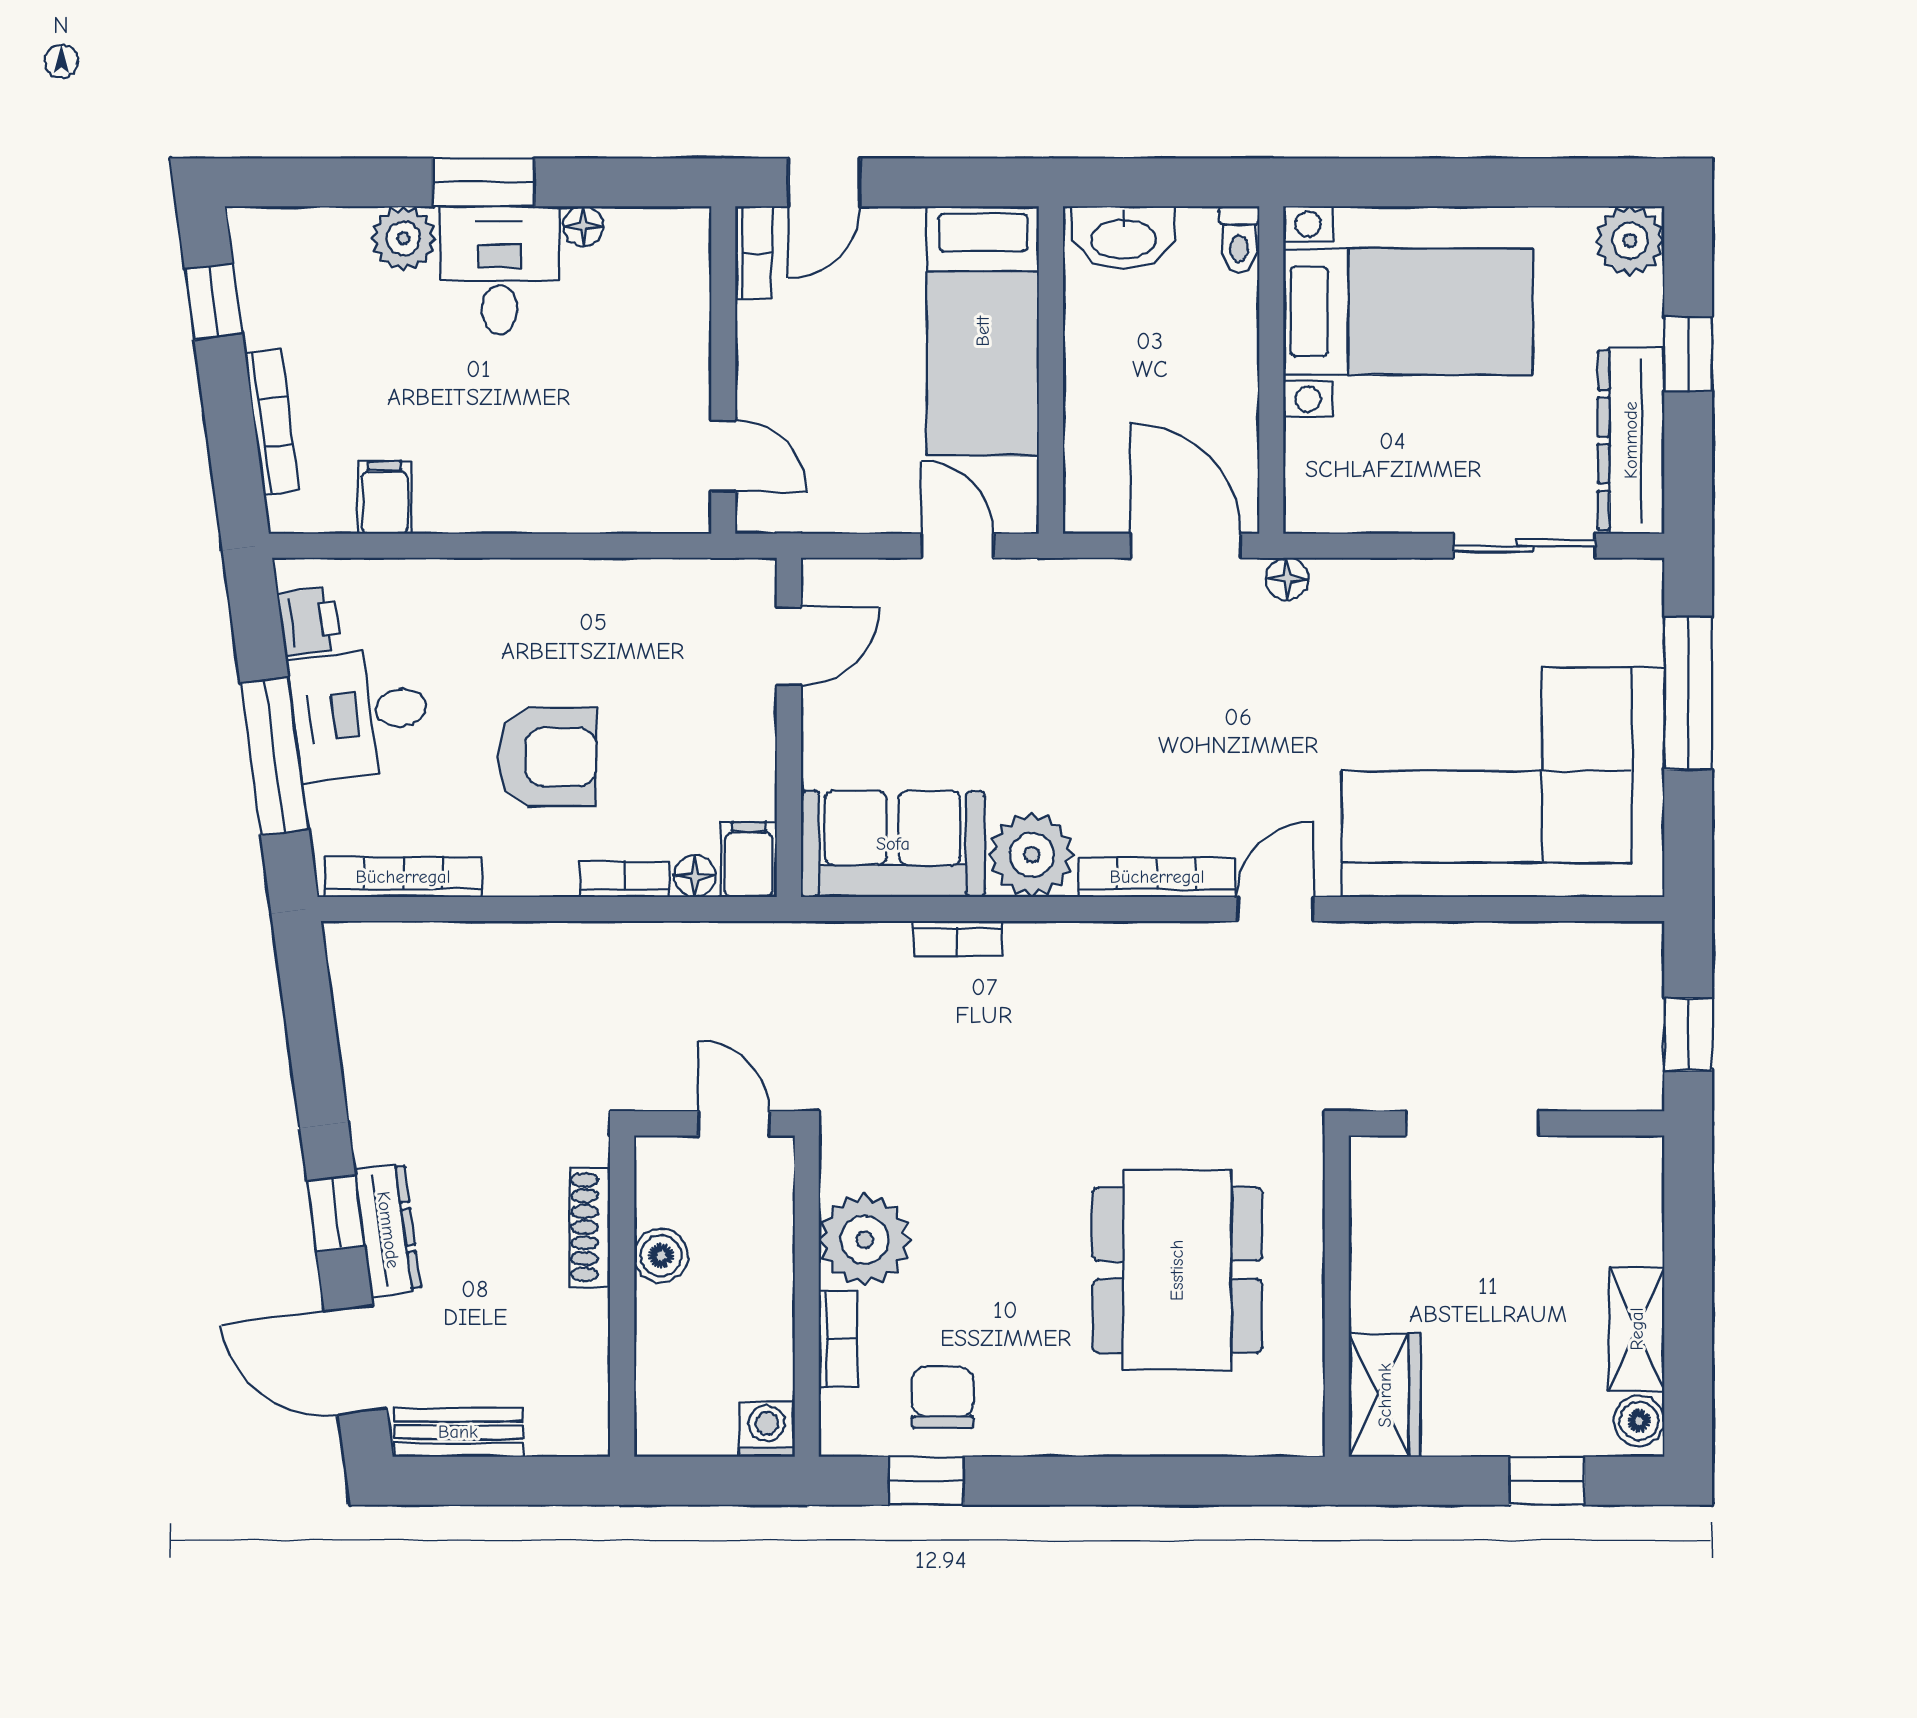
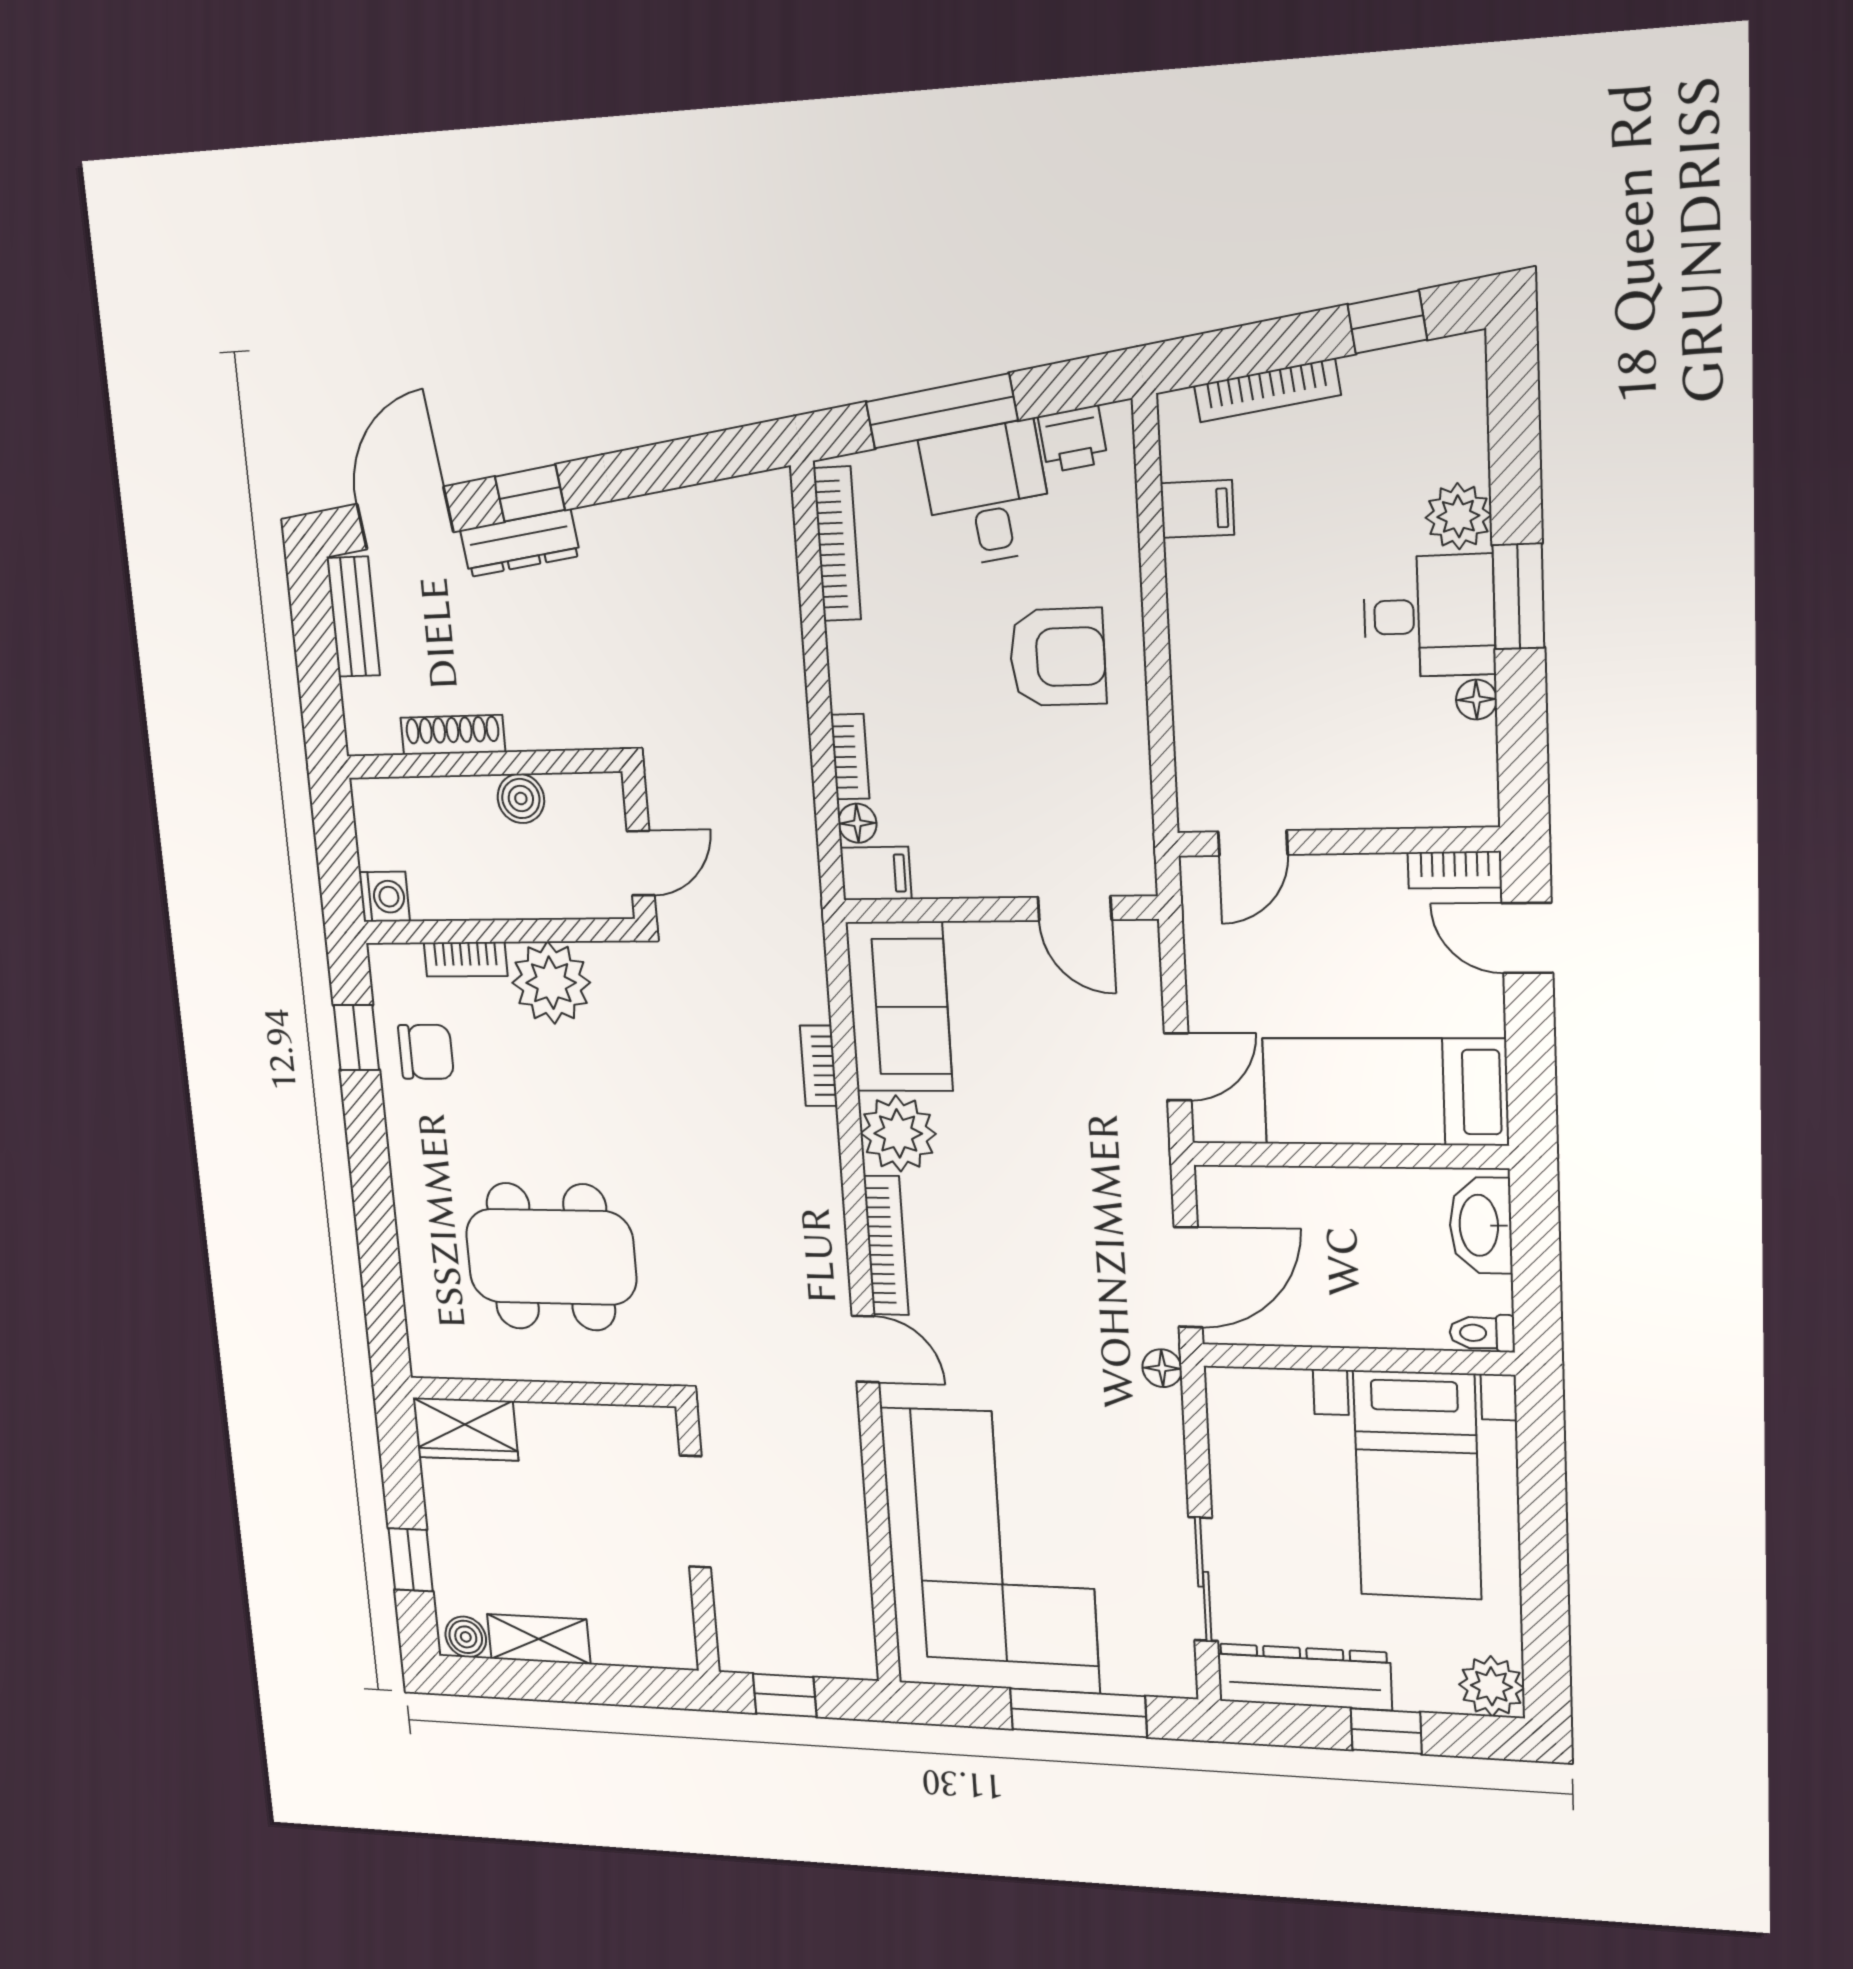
armchair: (547, 757) -> (1058, 657), moved, turned -90
shoe rack: (590, 1227) -> (453, 735), moved

